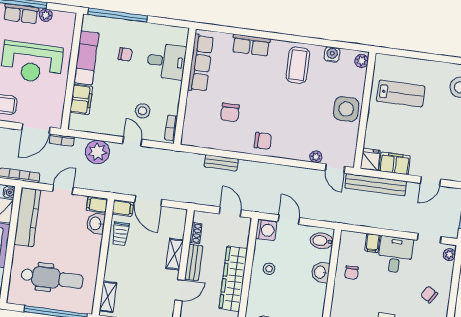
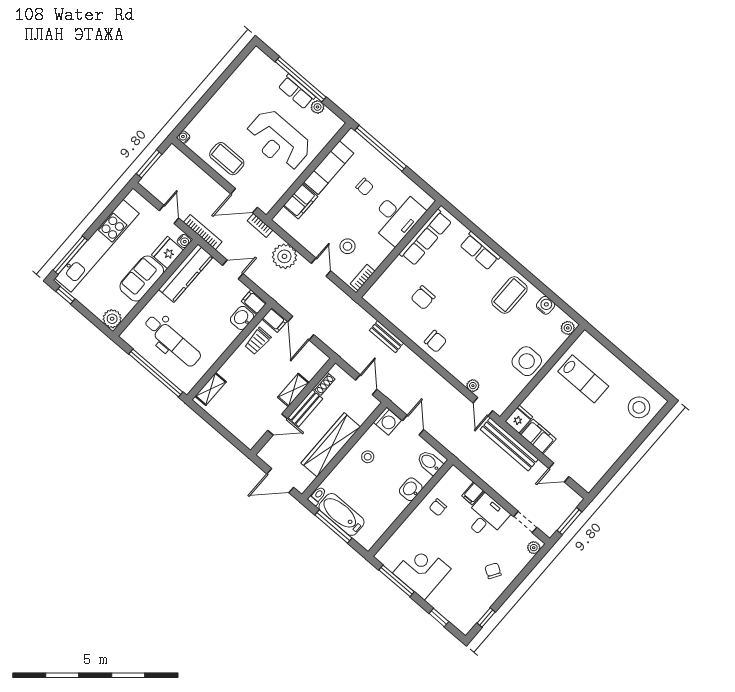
desk: (166, 61) -> (397, 217), width x1.37

